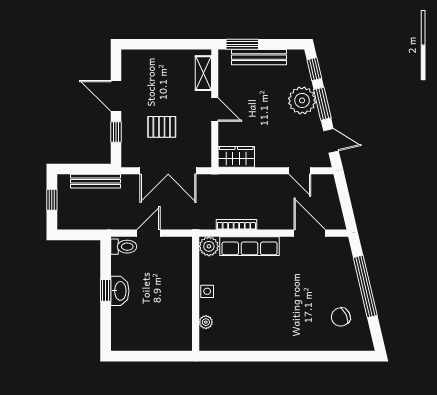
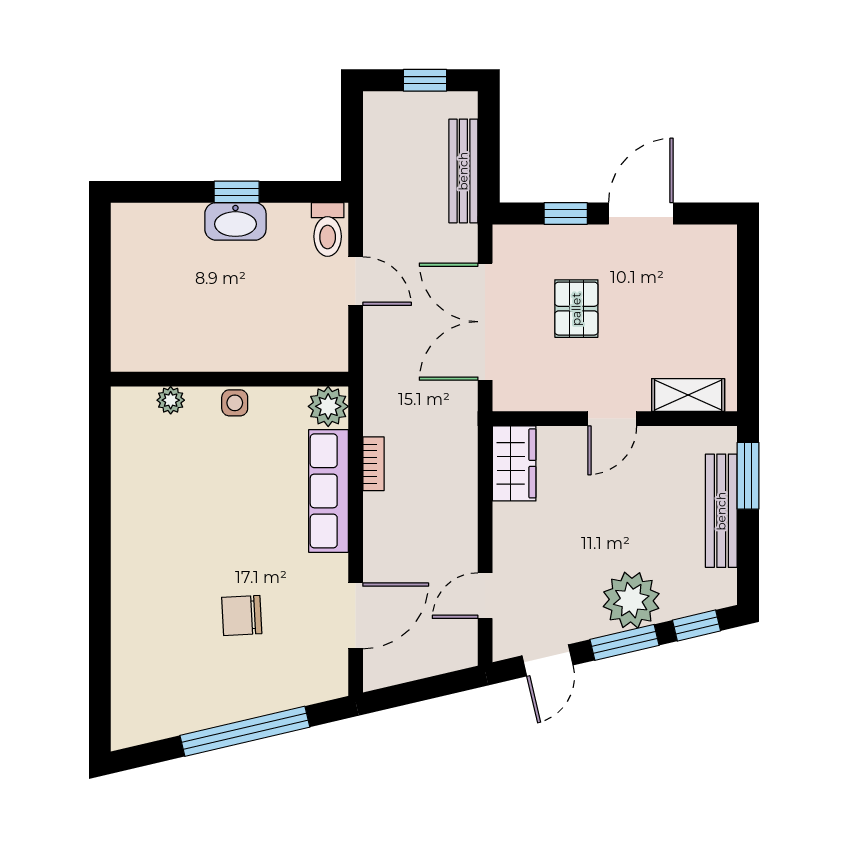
bookcase: (236, 225) -> (373, 464), width x0.64
chair: (341, 317) -> (242, 615), moved, turned -67

